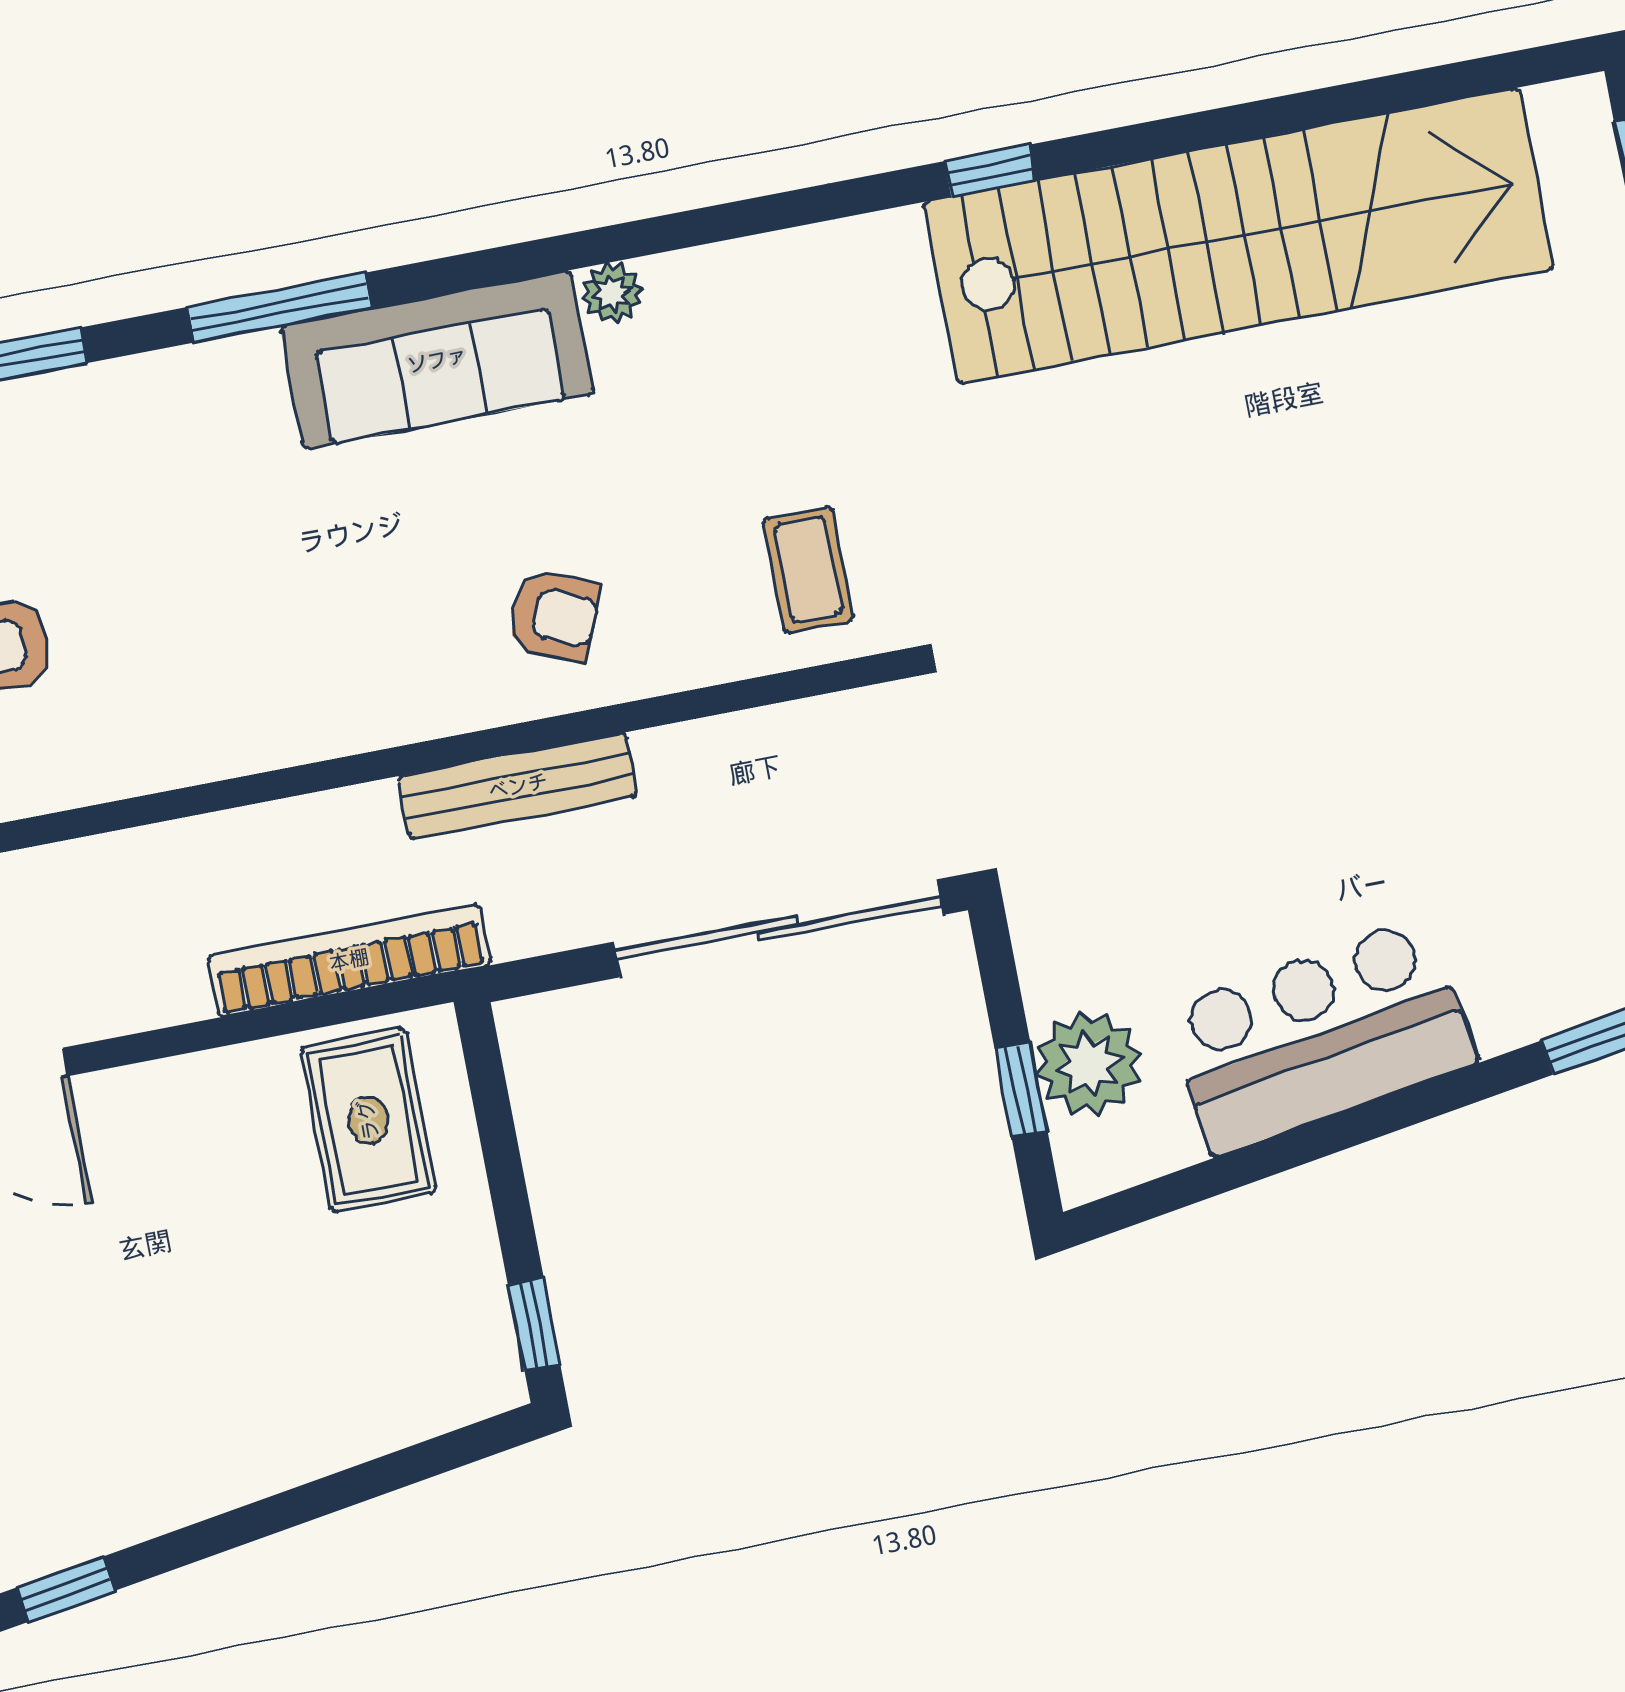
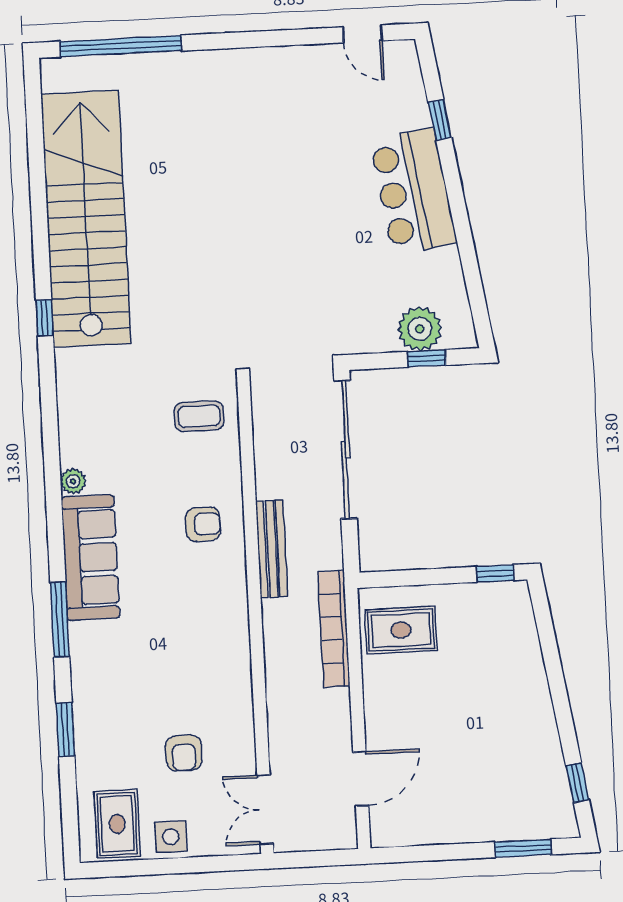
armchair: (554, 615) -> (203, 524), turned 67
bar counter: (1320, 1036) -> (413, 191), moved

